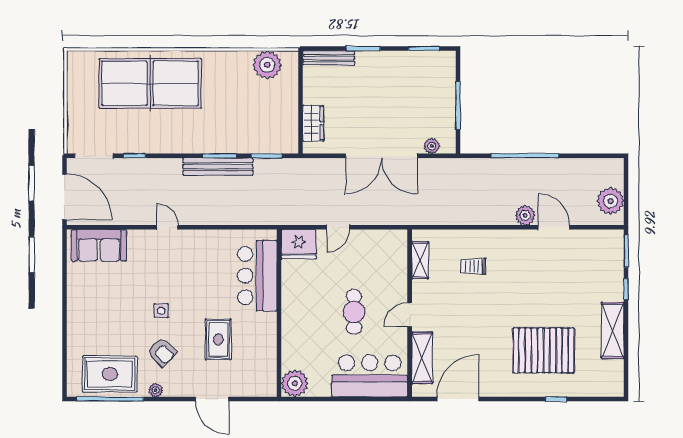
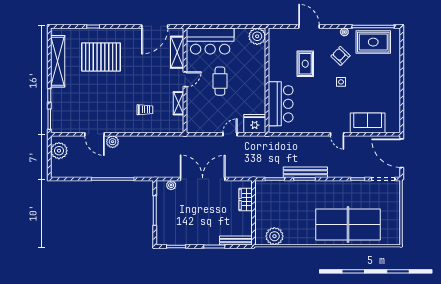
sofa: (99, 245) -> (368, 123), moved
shelving: (420, 260) -> (178, 103), moved
shelving: (613, 330) -> (58, 61), width x1.47

